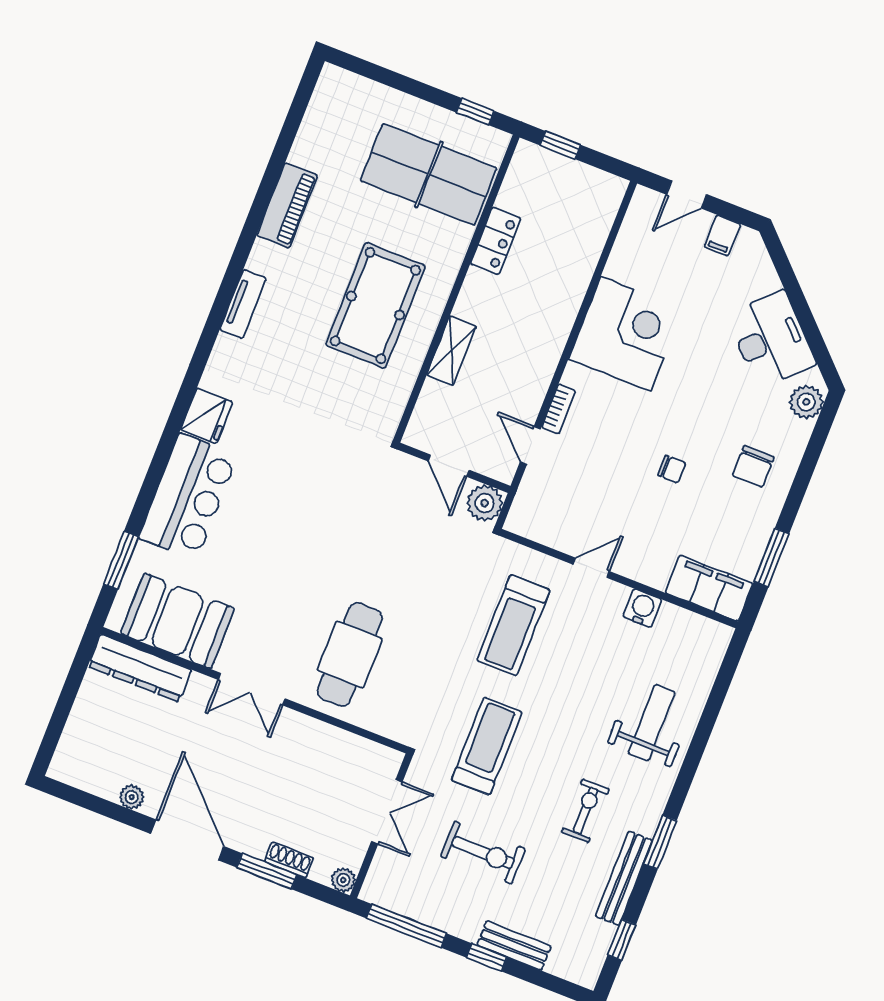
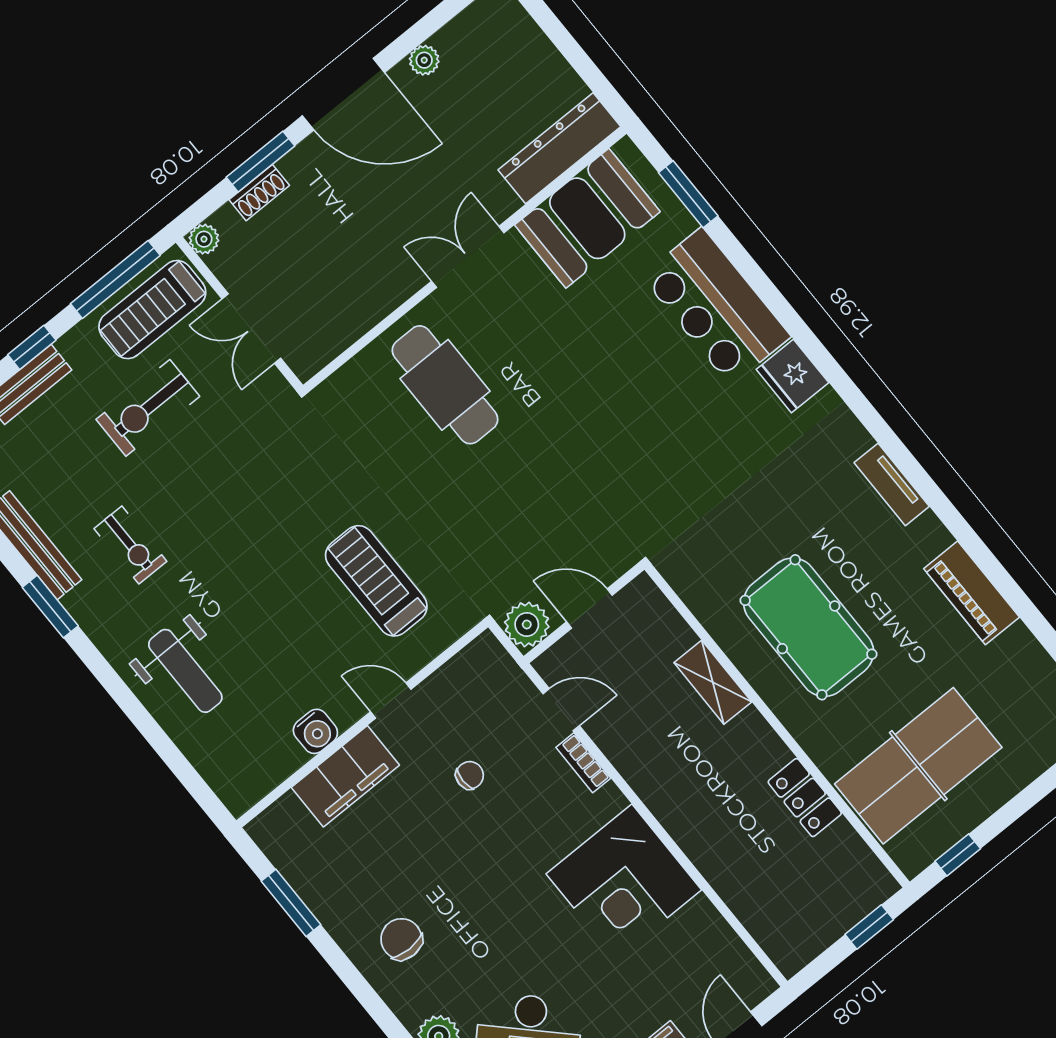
chair: (672, 469) -> (470, 775), moved, turned 180
door: (591, 568) -> (391, 701), swing flipped
filing cabinet: (709, 588) -> (345, 776), moved
treadmill: (487, 746) -> (152, 310), moved, turned 90

